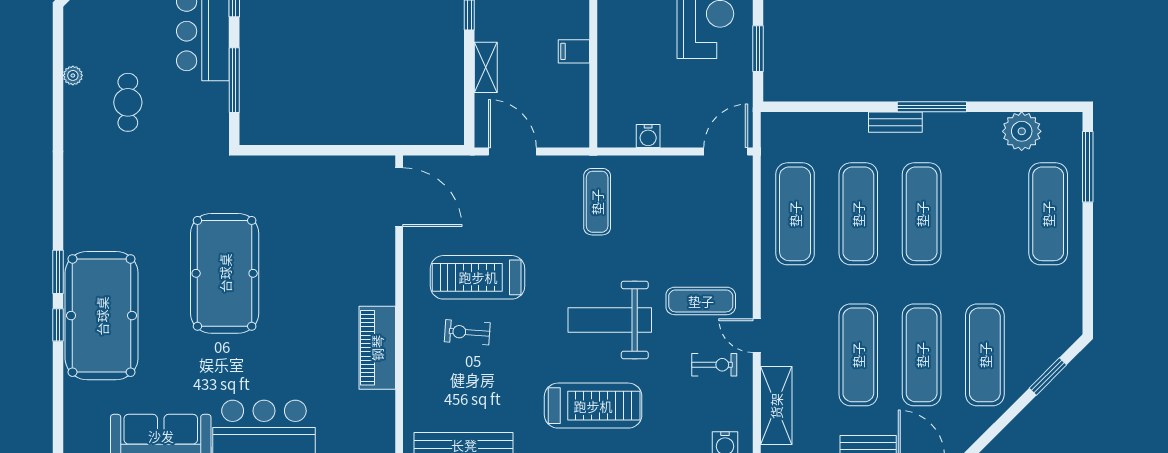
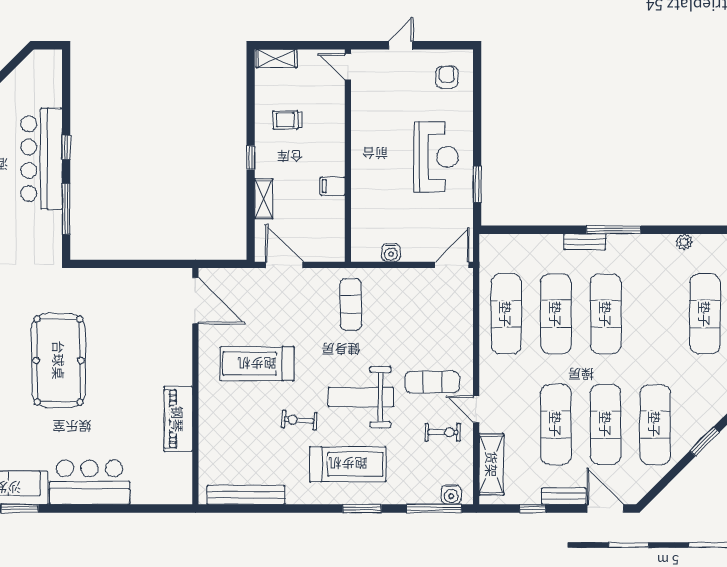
plant: (1022, 131) -> (684, 242), width x0.53, depth x0.53
exercise bike: (467, 332) -> (299, 420), moved

